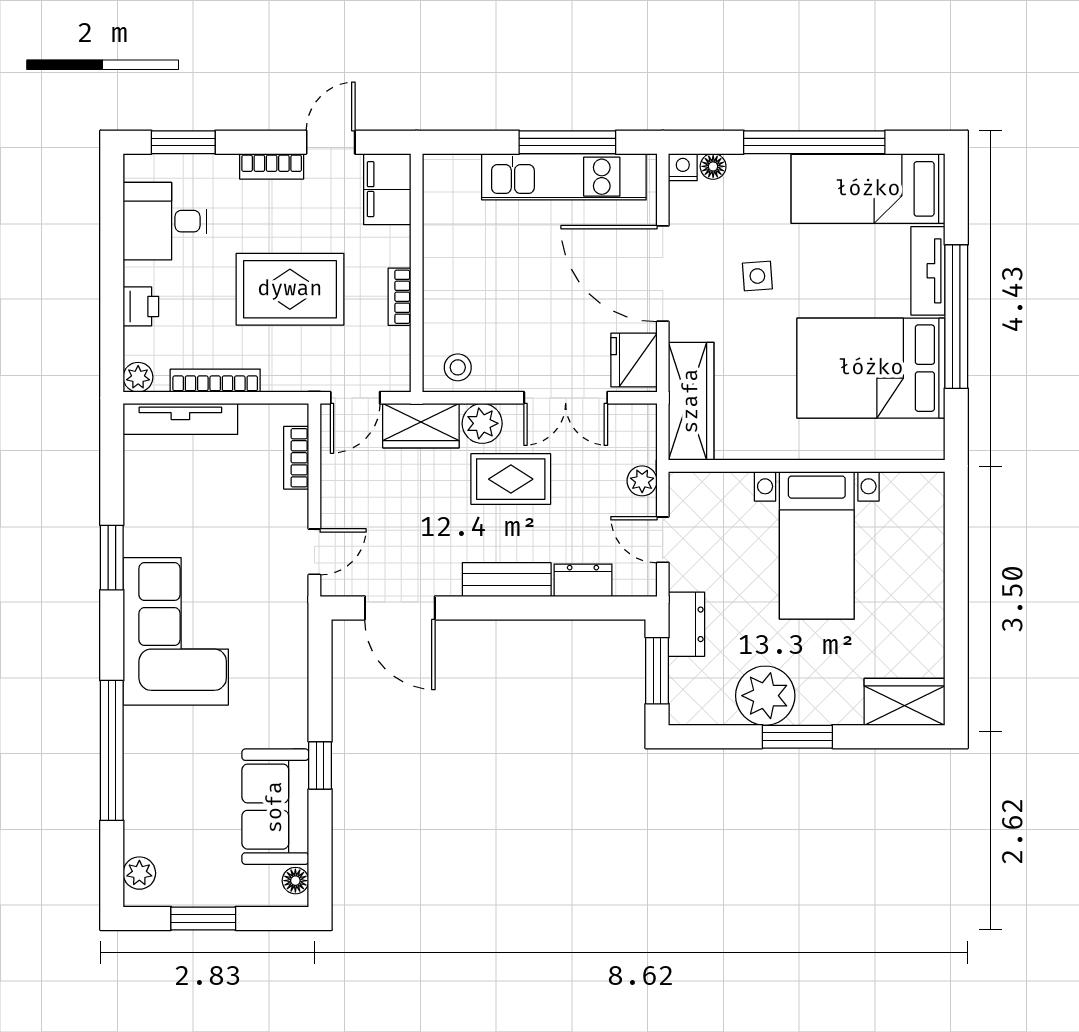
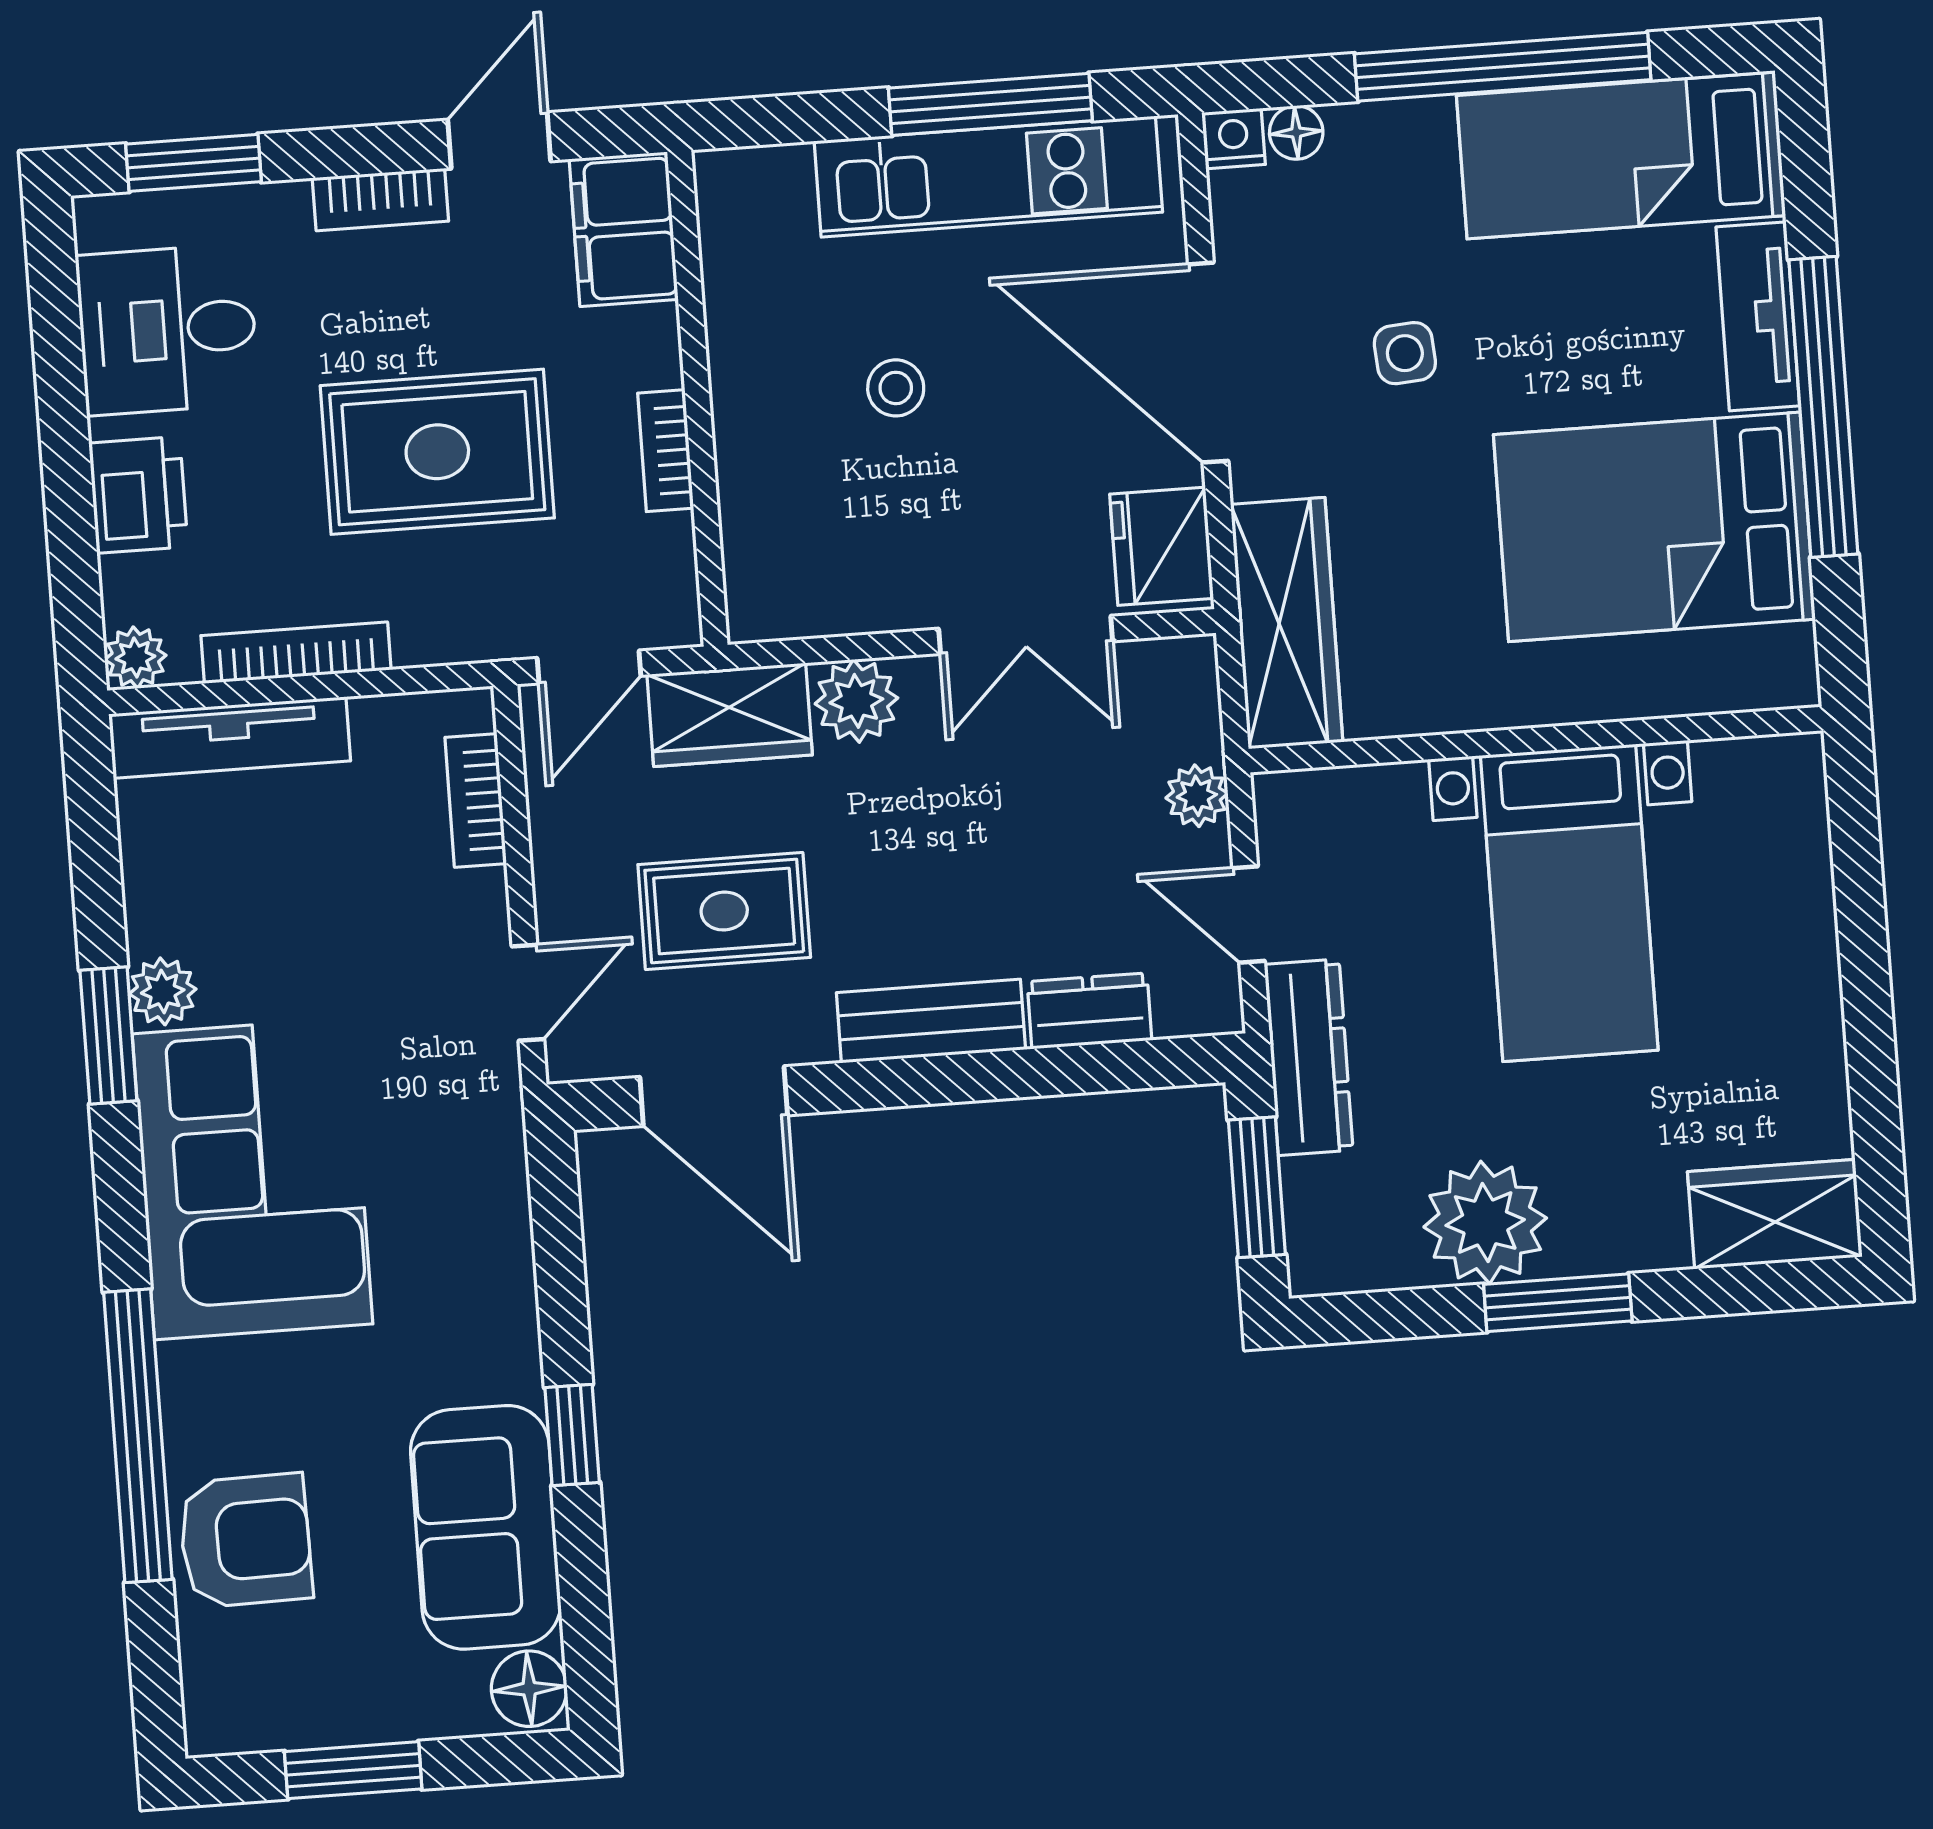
printer: (141, 306) -> (138, 495), width x1.36, depth x1.24
stool: (458, 367) -> (896, 388), moved
rug: (511, 479) -> (724, 911), moved
dresser: (686, 624) -> (1309, 1057), width x1.44
armchair: (160, 804) -> (245, 1540), added
plant: (139, 873) -> (163, 991), moved
floor lamp: (295, 881) -> (529, 1689), width x1.37, depth x1.37

